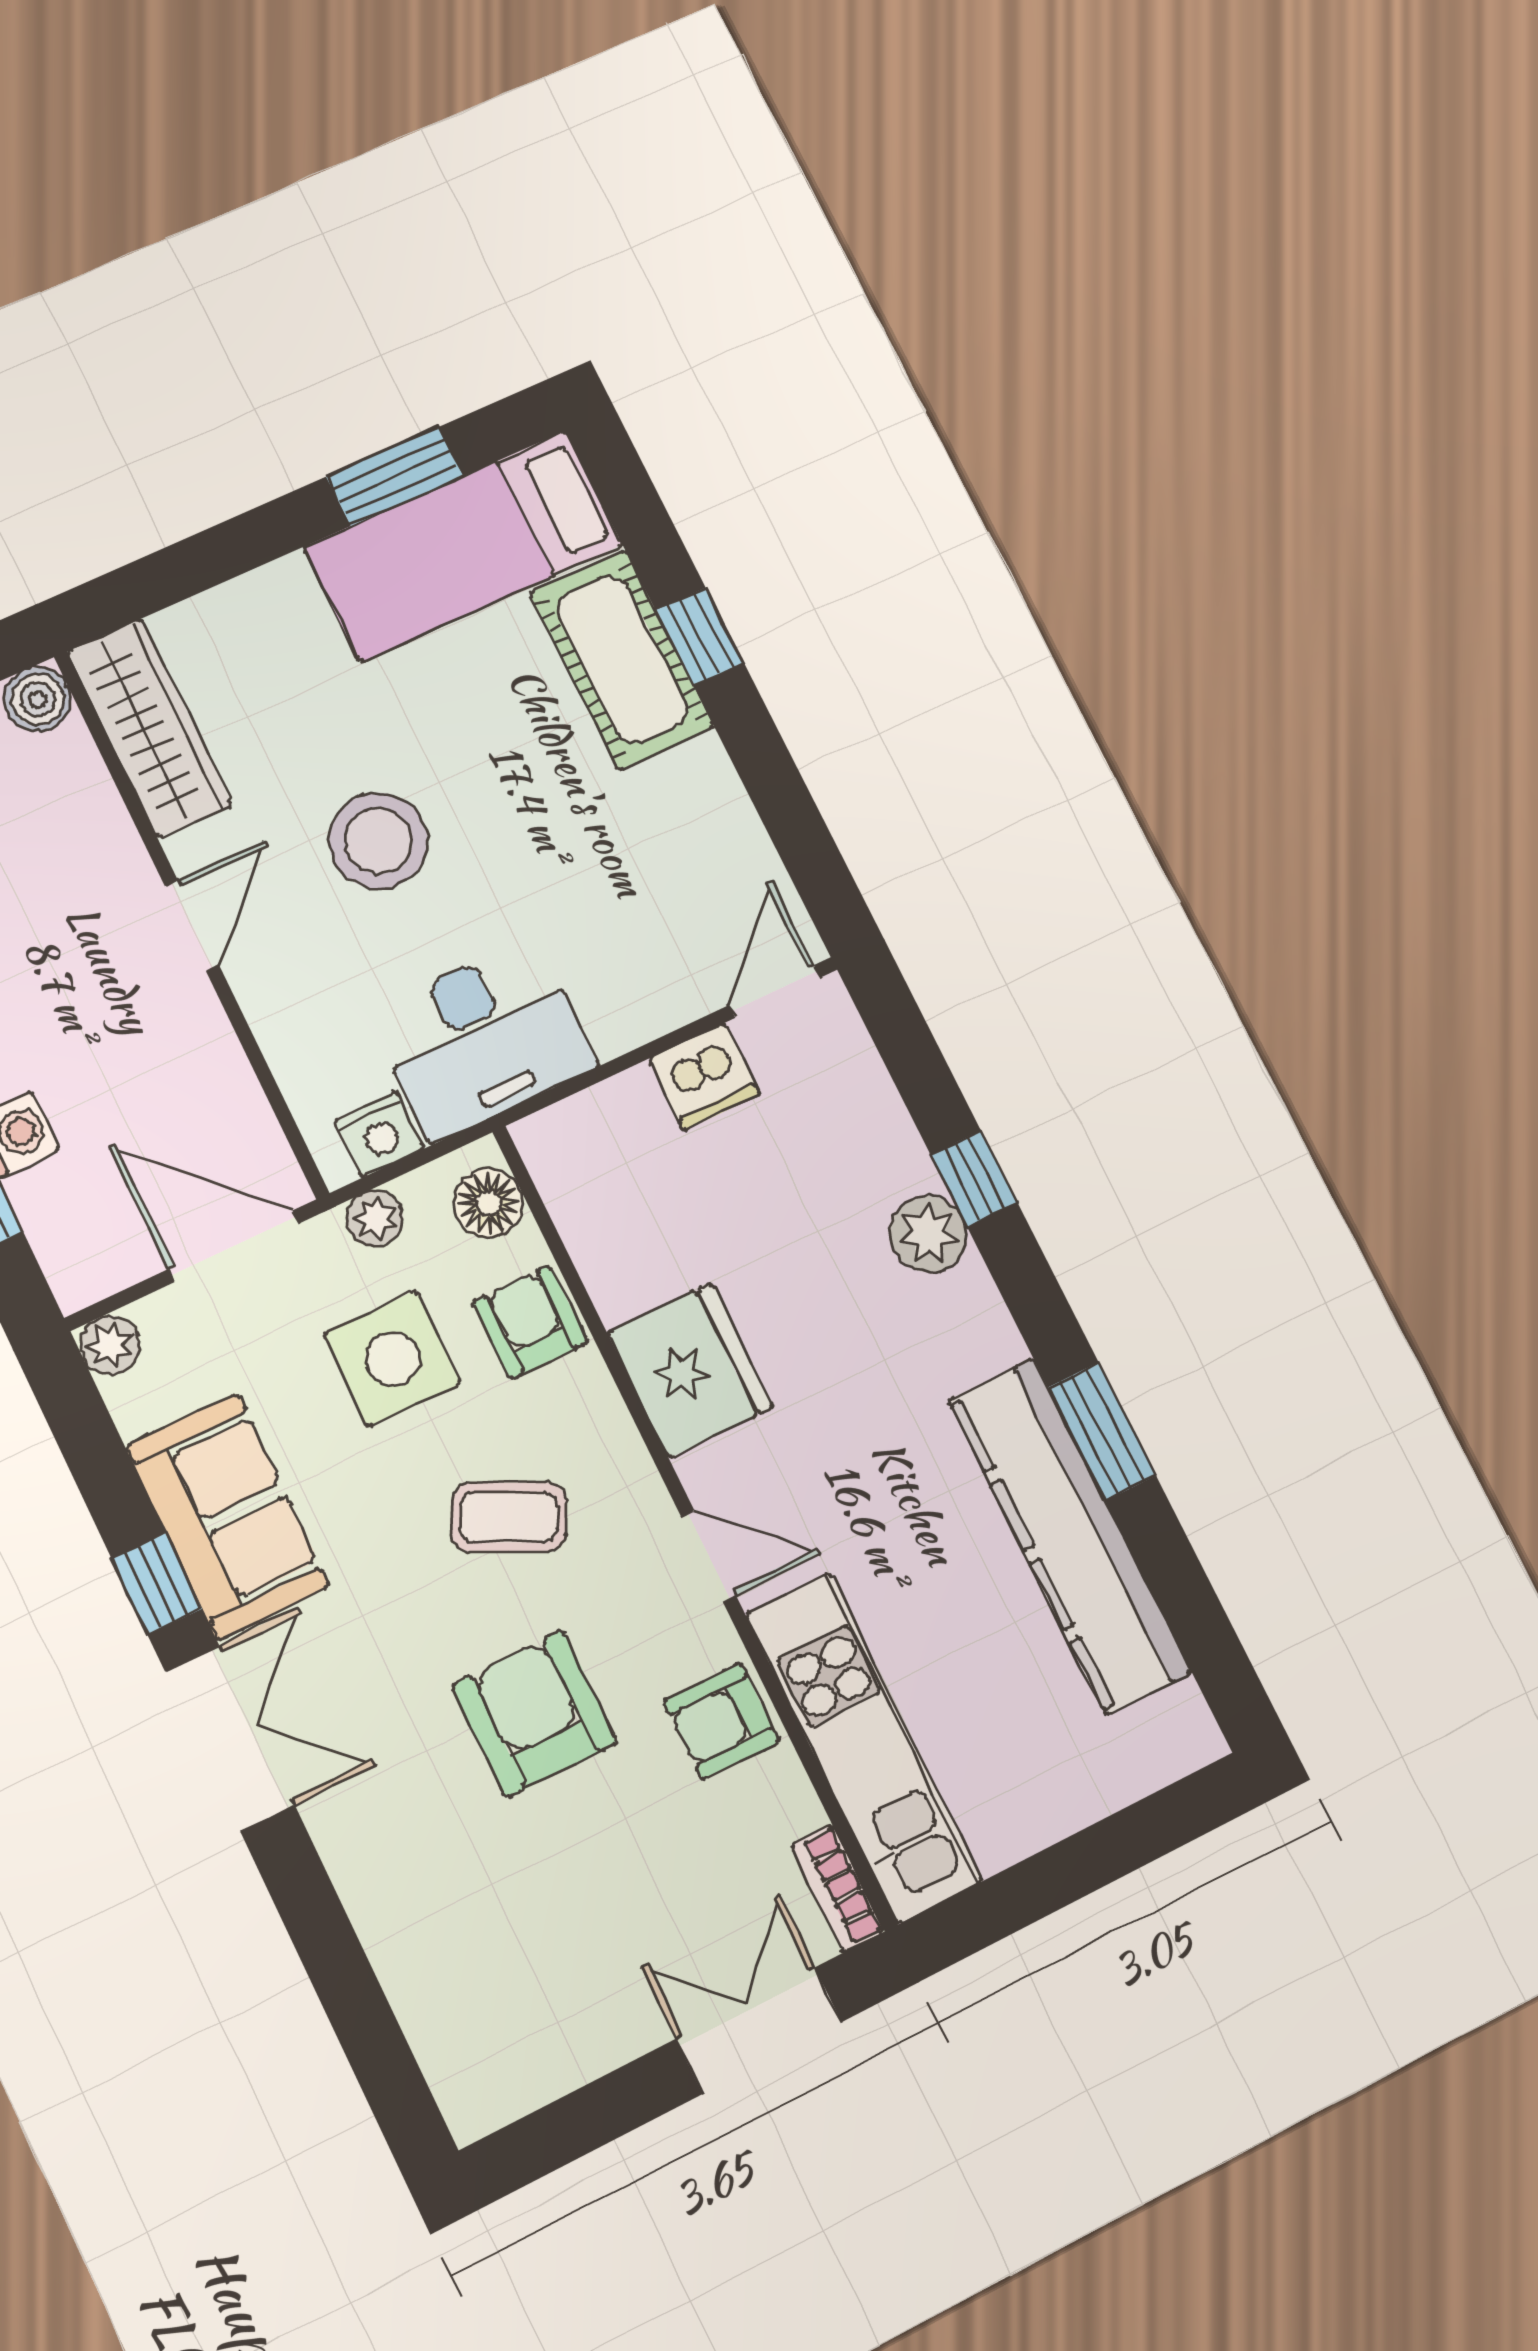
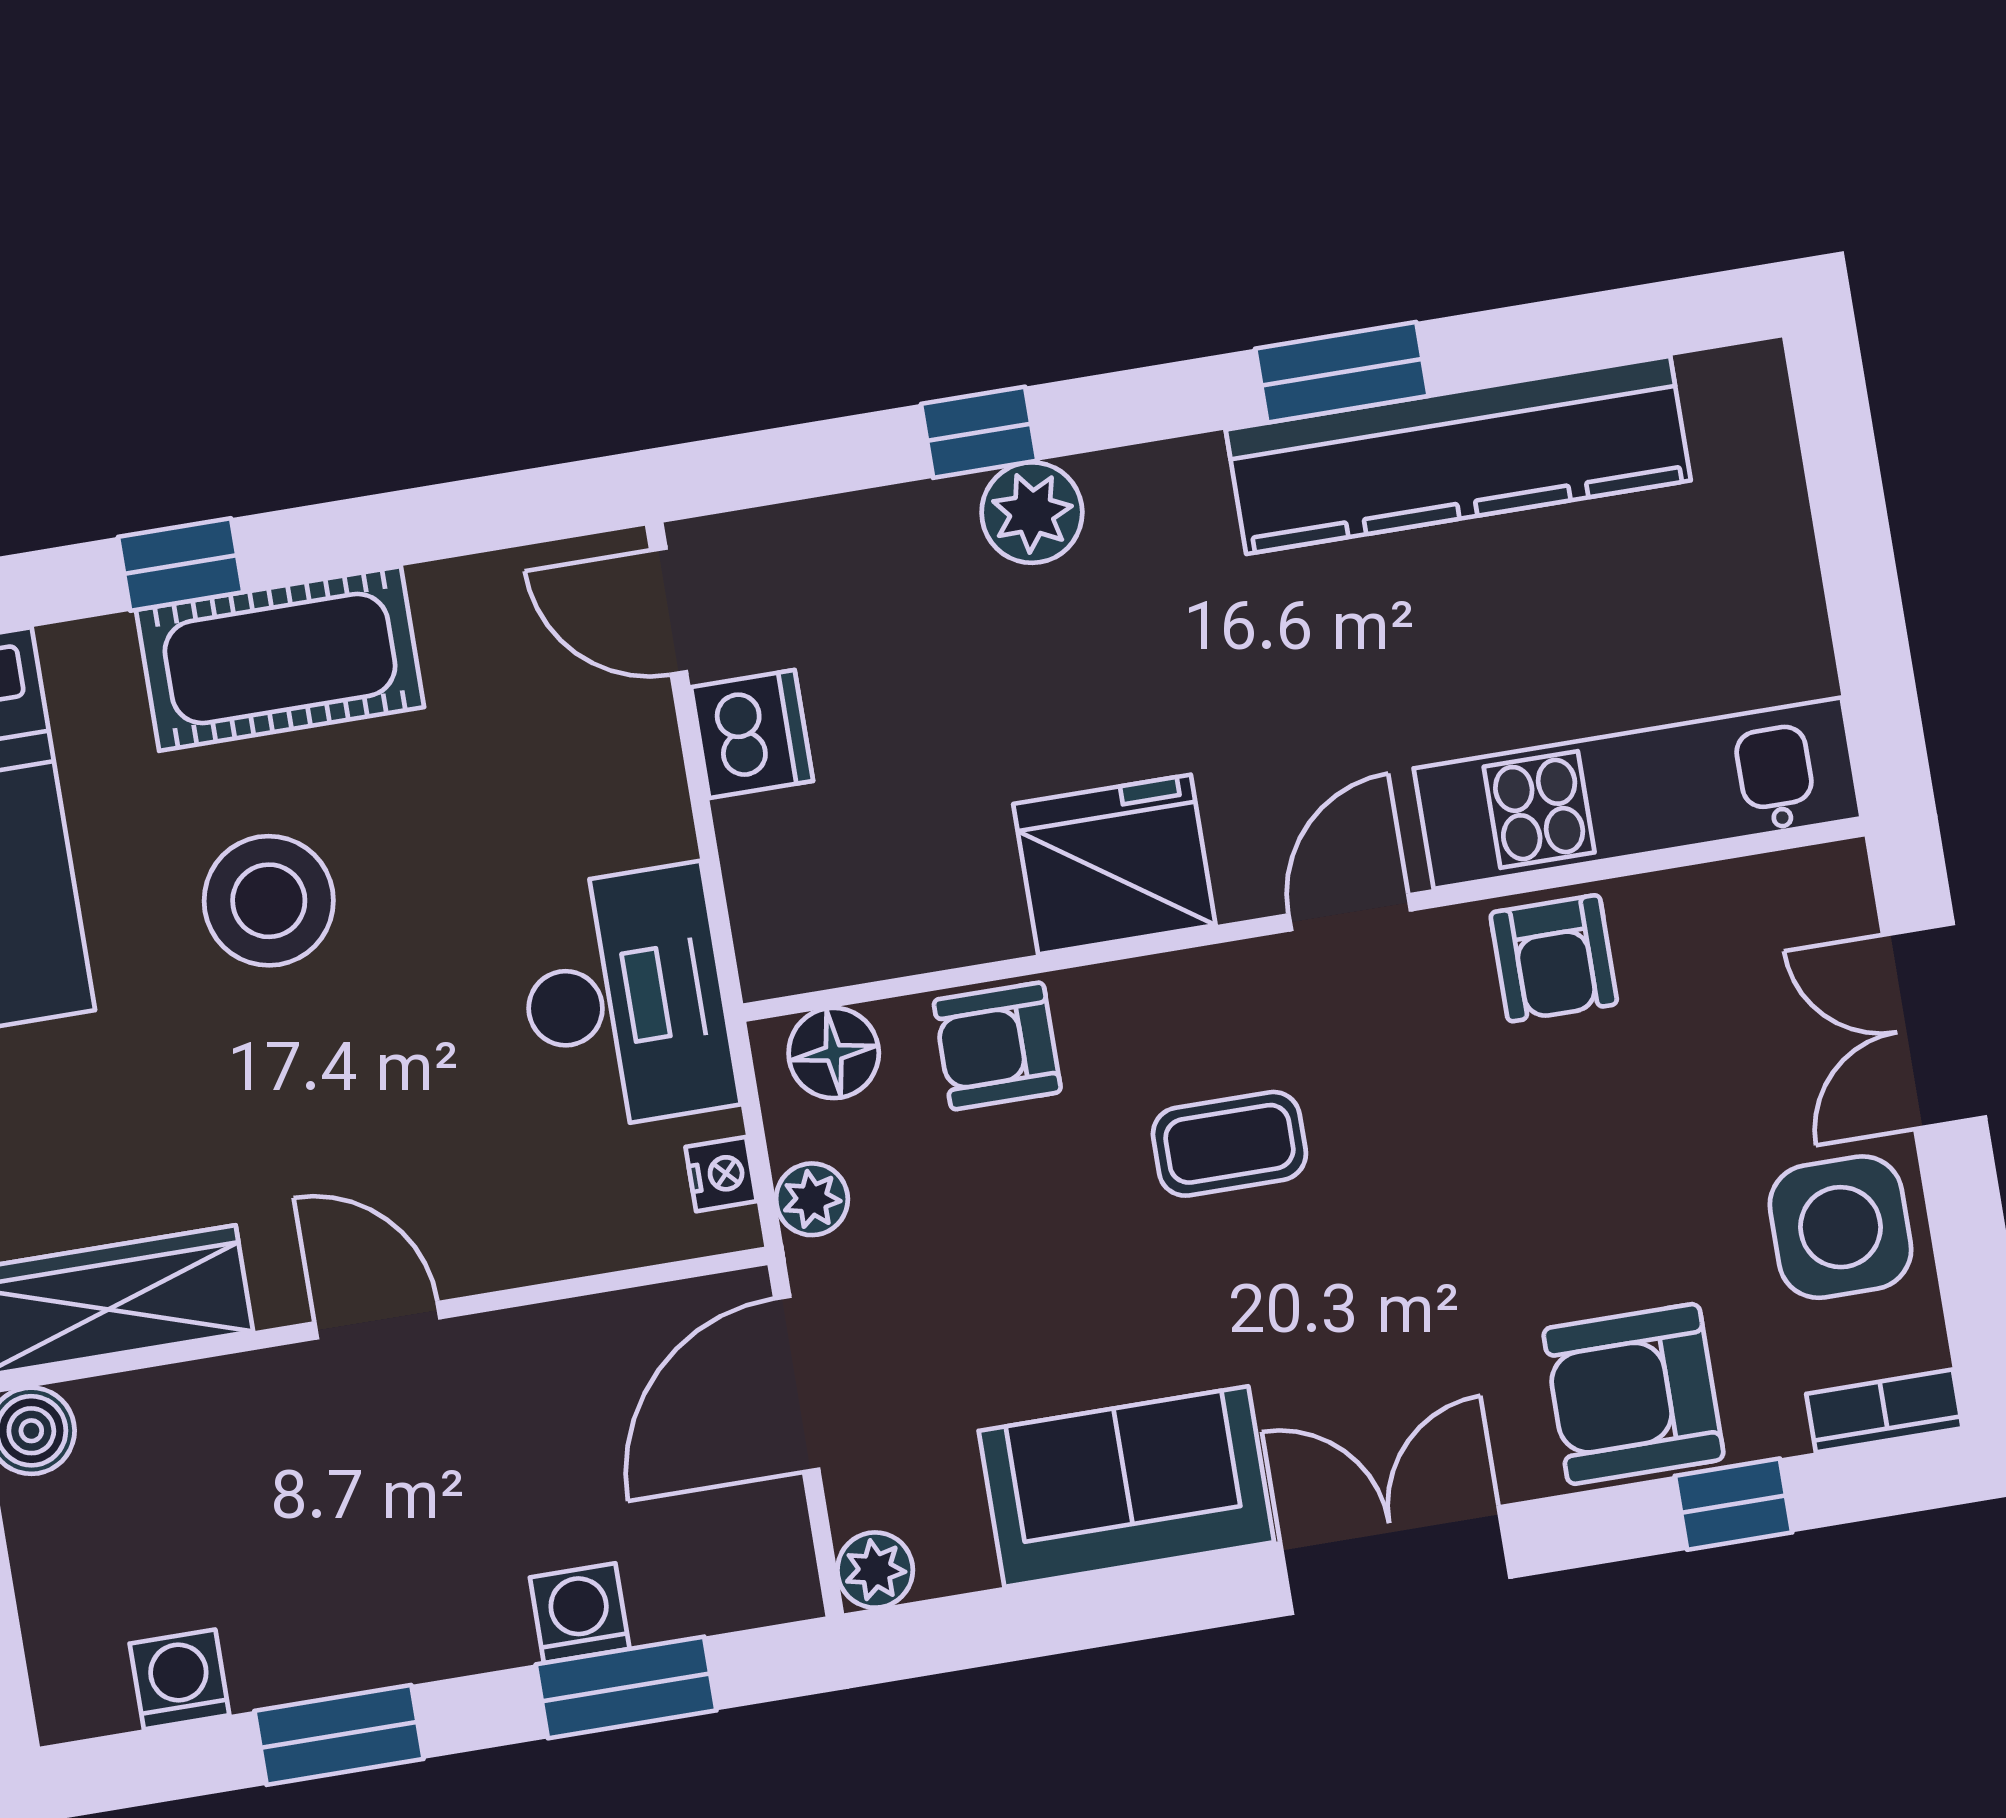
cot: (622, 660) -> (280, 659), moved
stool: (378, 841) -> (269, 901), moved
nightstand: (379, 1134) -> (721, 1174), width x0.72, depth x0.74
side table: (392, 1359) -> (1841, 1227), moved
coffee table: (509, 1517) -> (1229, 1144), turned 64
window: (157, 1584) -> (1734, 1504), moved
armchair: (534, 1714) -> (1633, 1394), moved
bookcase: (838, 1888) -> (1884, 1411), moved, turned 180

